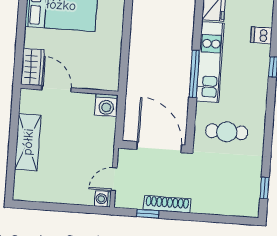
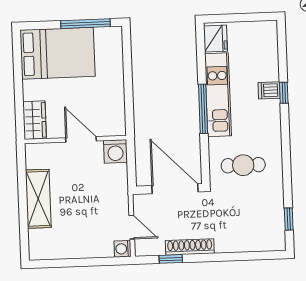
dishwasher: (261, 35) -> (269, 90), moved
door: (56, 89) -> (81, 139), moved
door: (114, 179) -> (132, 227), swing flipped

